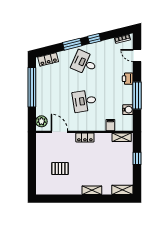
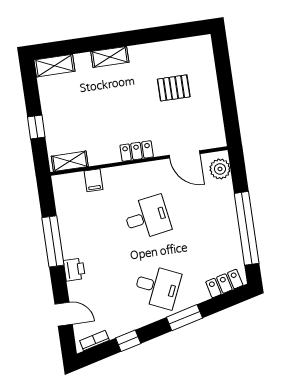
window: (94, 39) -> (128, 341), moved
water cooler: (128, 110) -> (66, 213), removed

